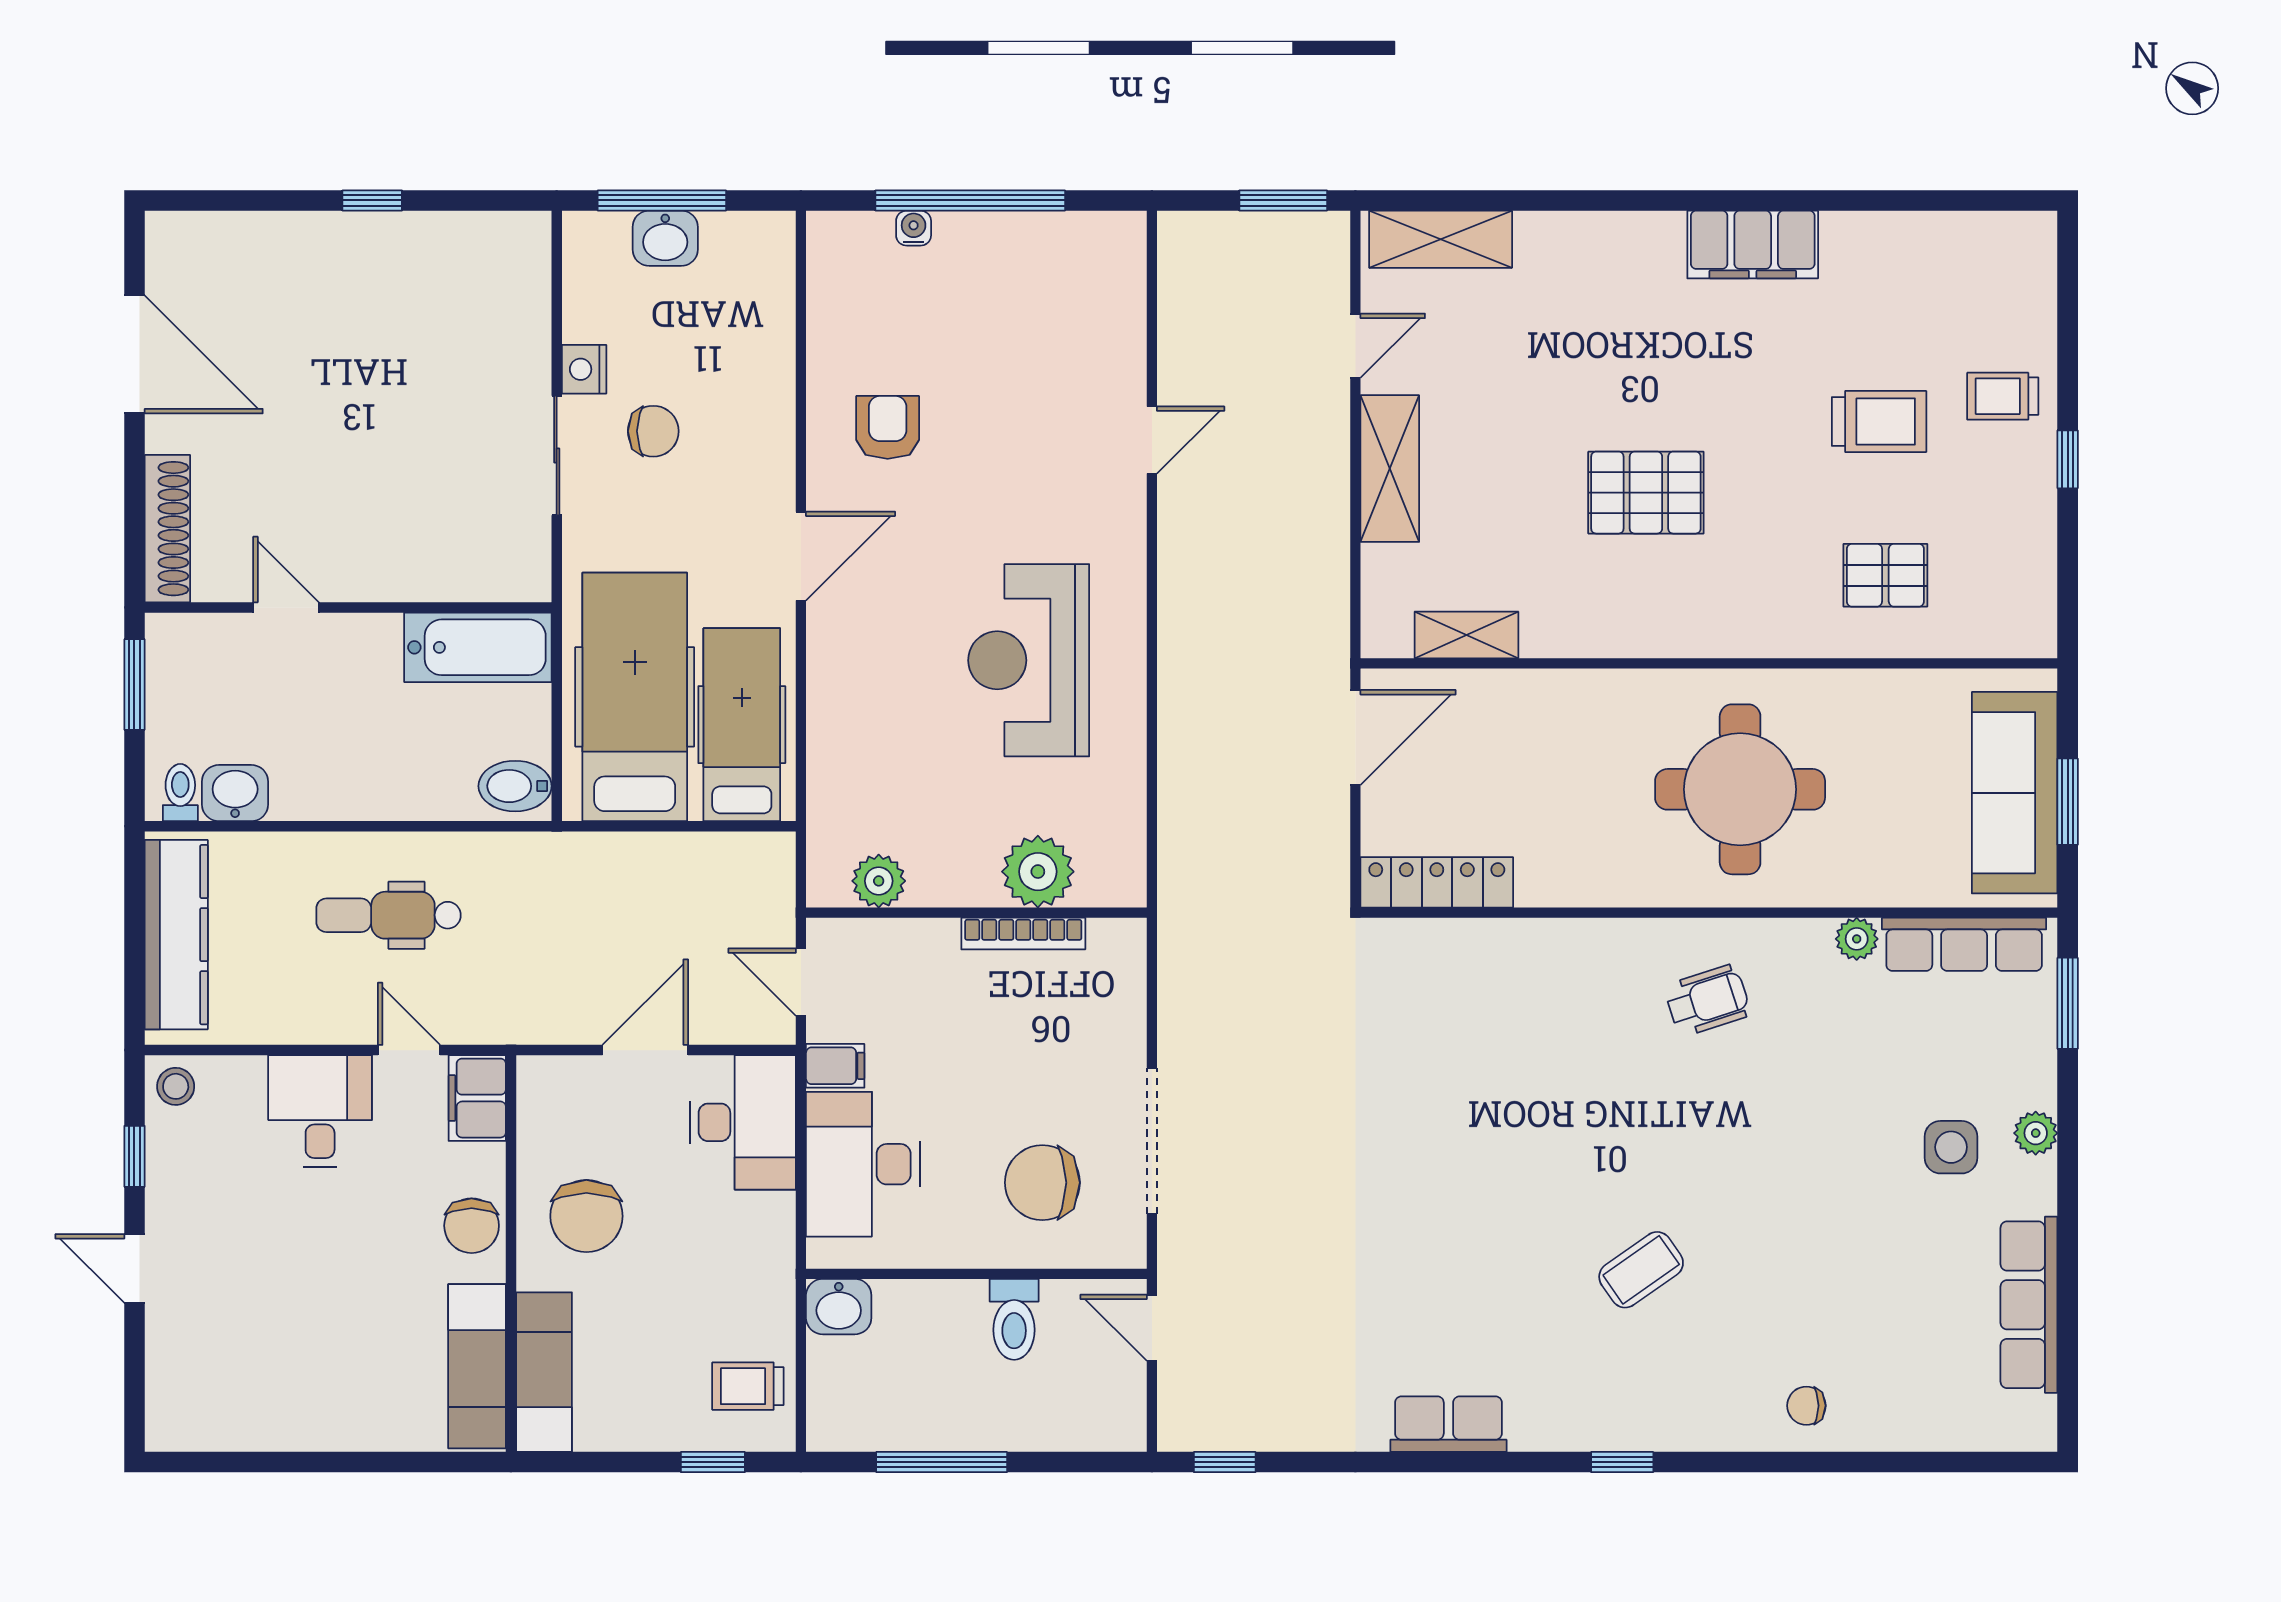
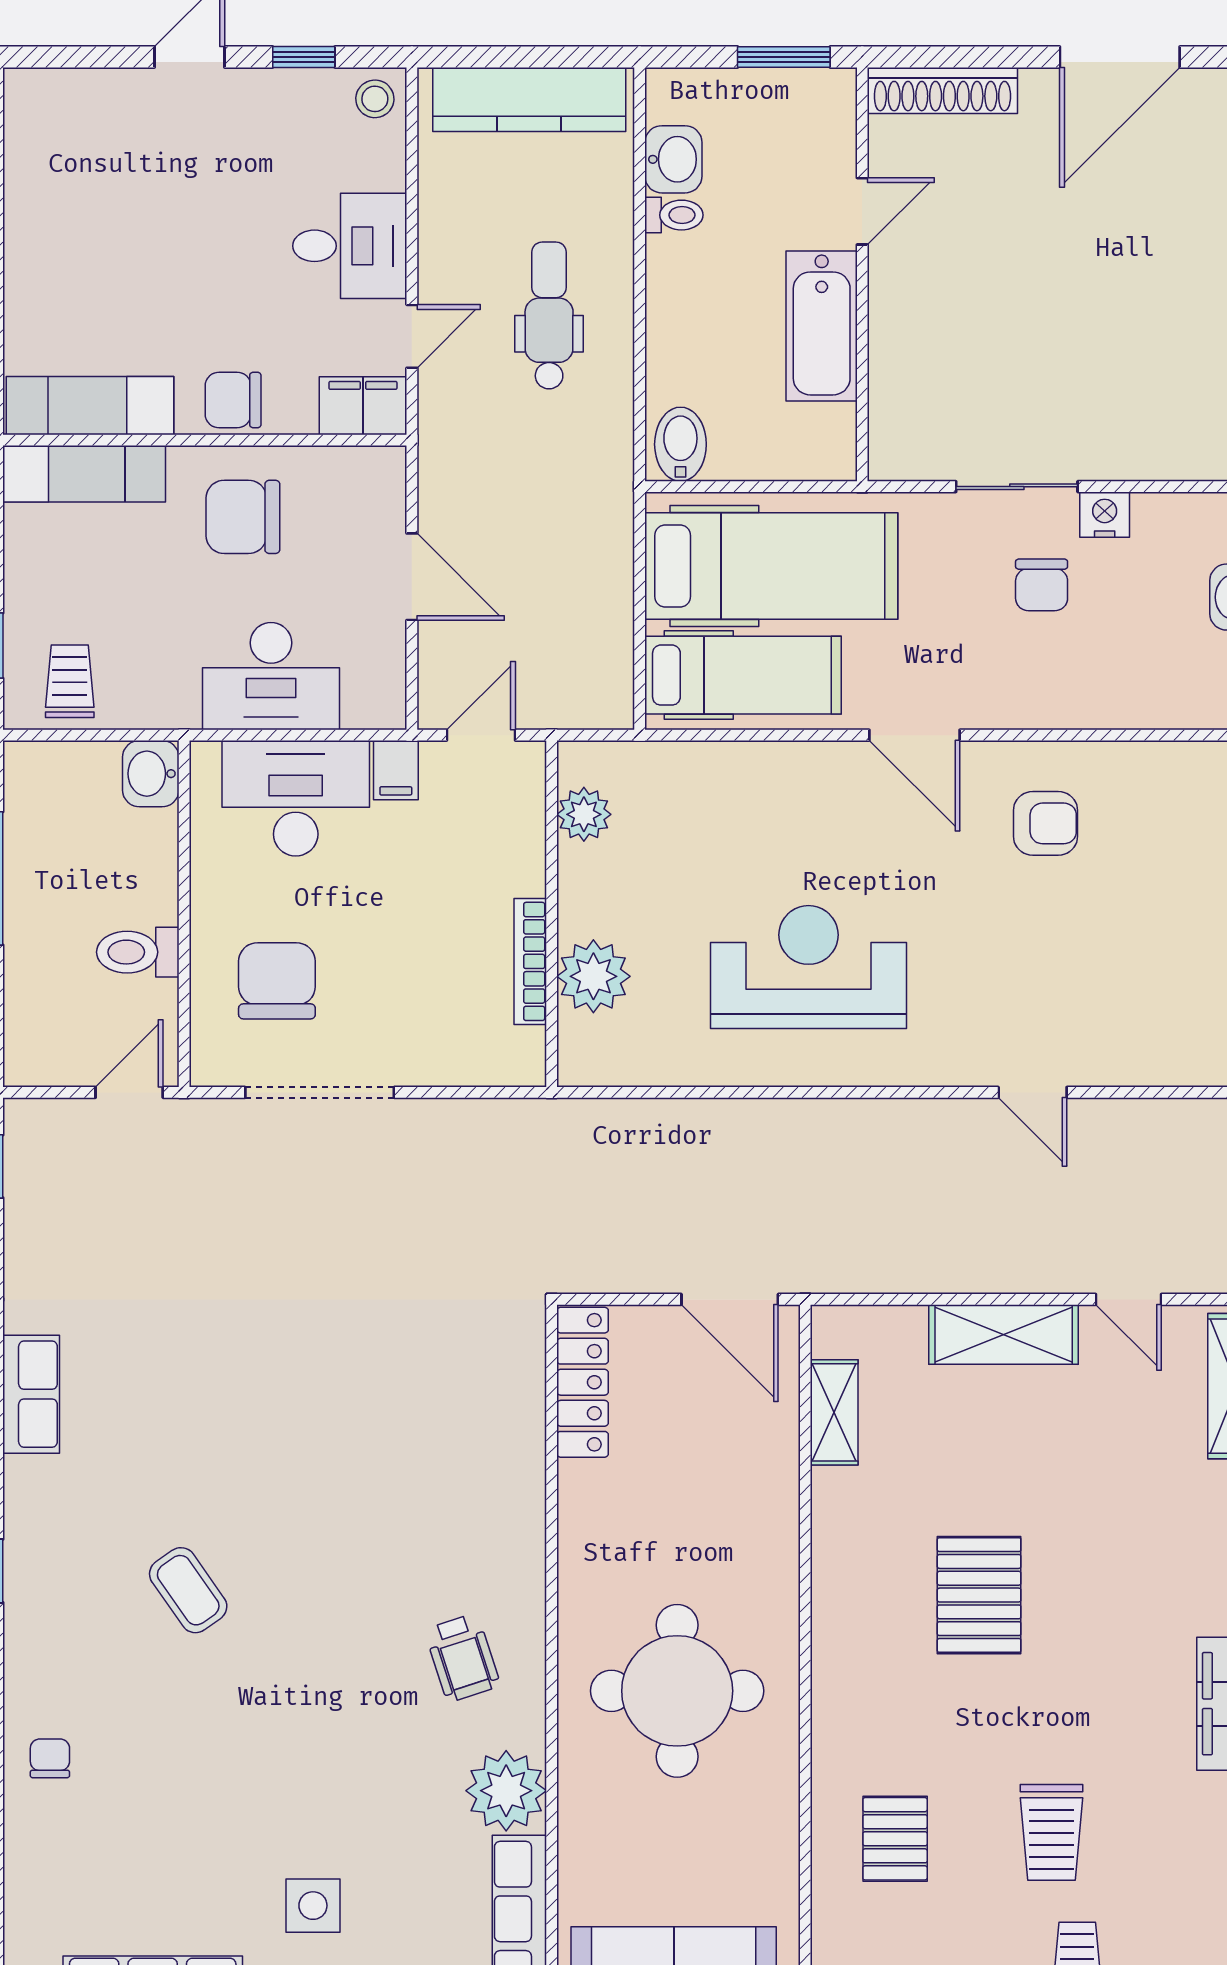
bathtub: (478, 647) -> (822, 326), moved
toilet: (180, 793) -> (674, 215), moved
plant: (1857, 939) -> (506, 1791), width x1.88, depth x1.88
desk: (743, 1122) -> (271, 676), moved

